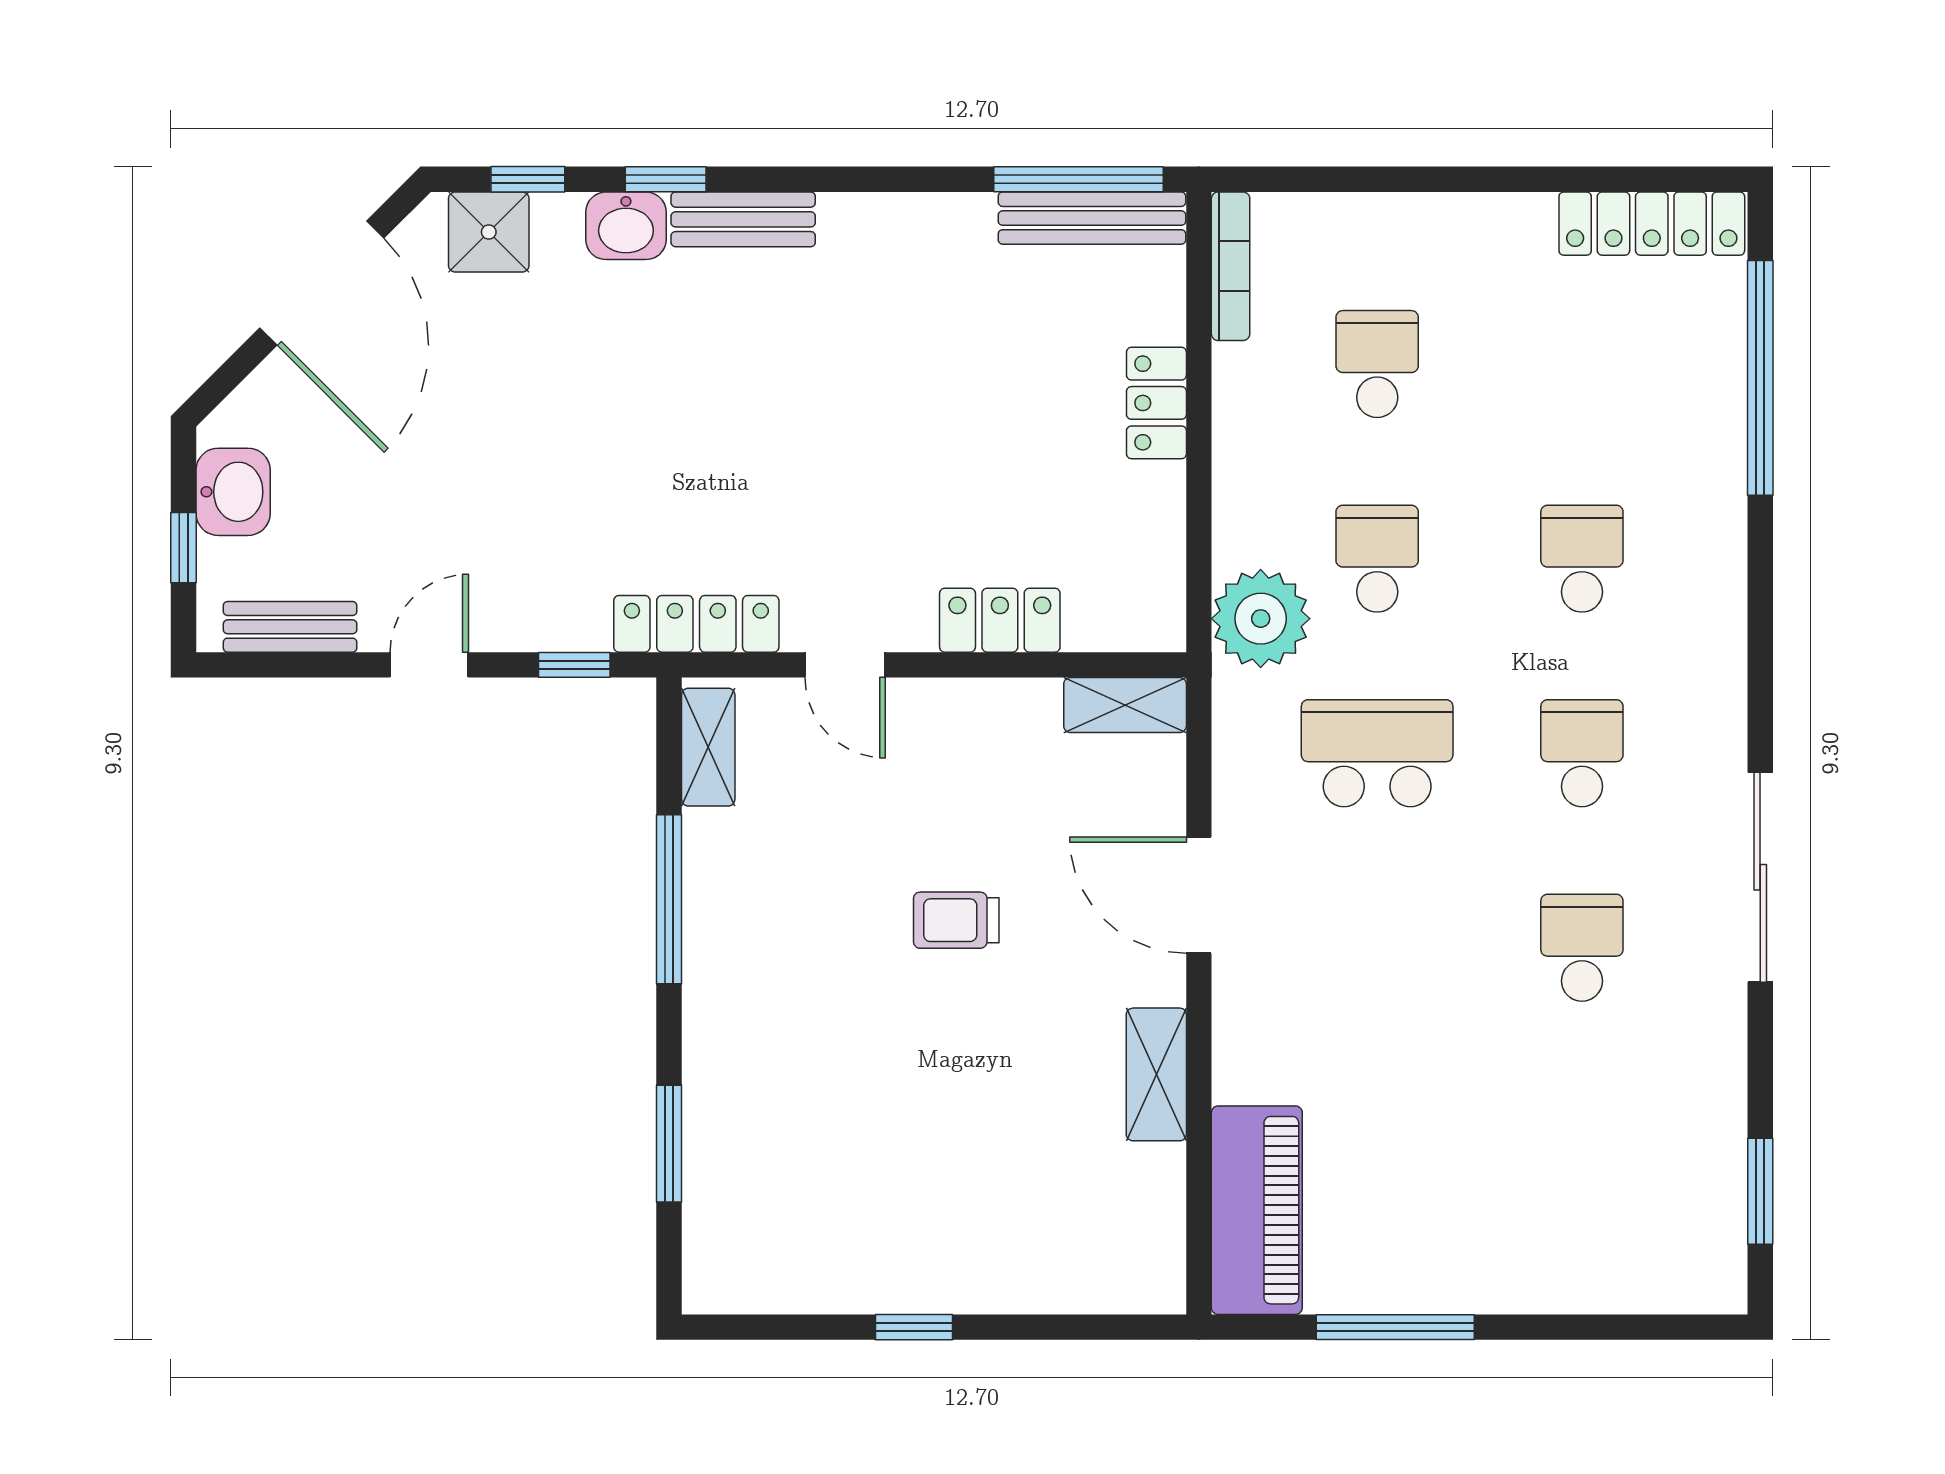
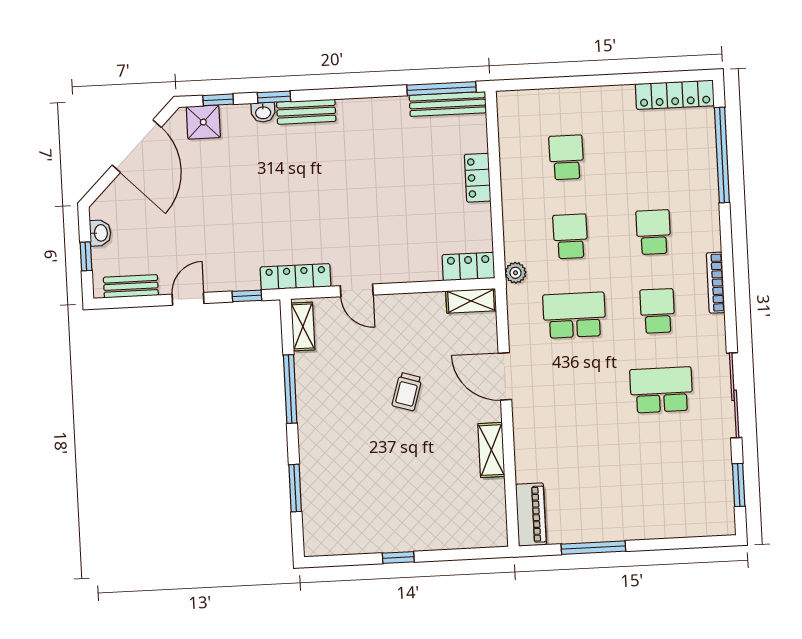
washbasin: (626, 226) -> (263, 112), width x0.72, depth x0.69
bookcase: (1231, 266) -> (716, 283), moved, turned 180
washbasin: (233, 492) -> (100, 233), width x0.72, depth x0.69
plant: (1261, 619) -> (515, 273), width x0.53, depth x0.53
locker: (1000, 620) -> (468, 266), moved
sliding door: (1760, 877) -> (734, 395), moved
trolley: (956, 920) -> (407, 392), turned -73
school desk: (1582, 948) -> (661, 390), width x1.85
piano: (1257, 1210) -> (531, 515), width x0.73, depth x0.75

